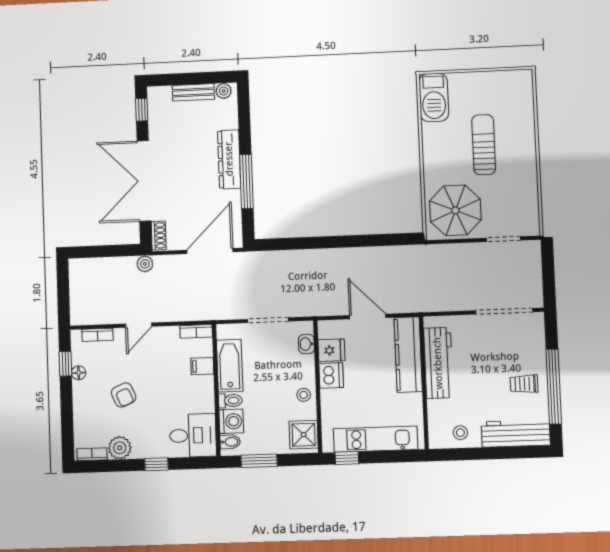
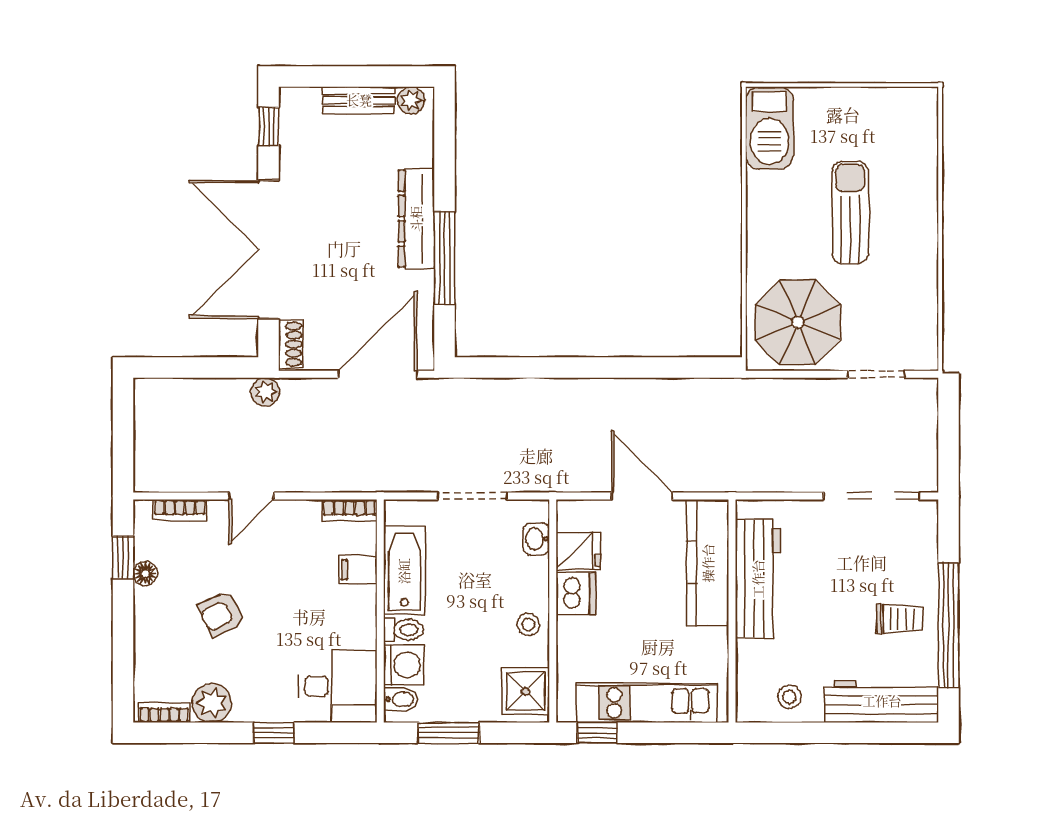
trolley: (524, 384) -> (899, 619), turned 180
armchair: (124, 395) -> (222, 614), turned 87

